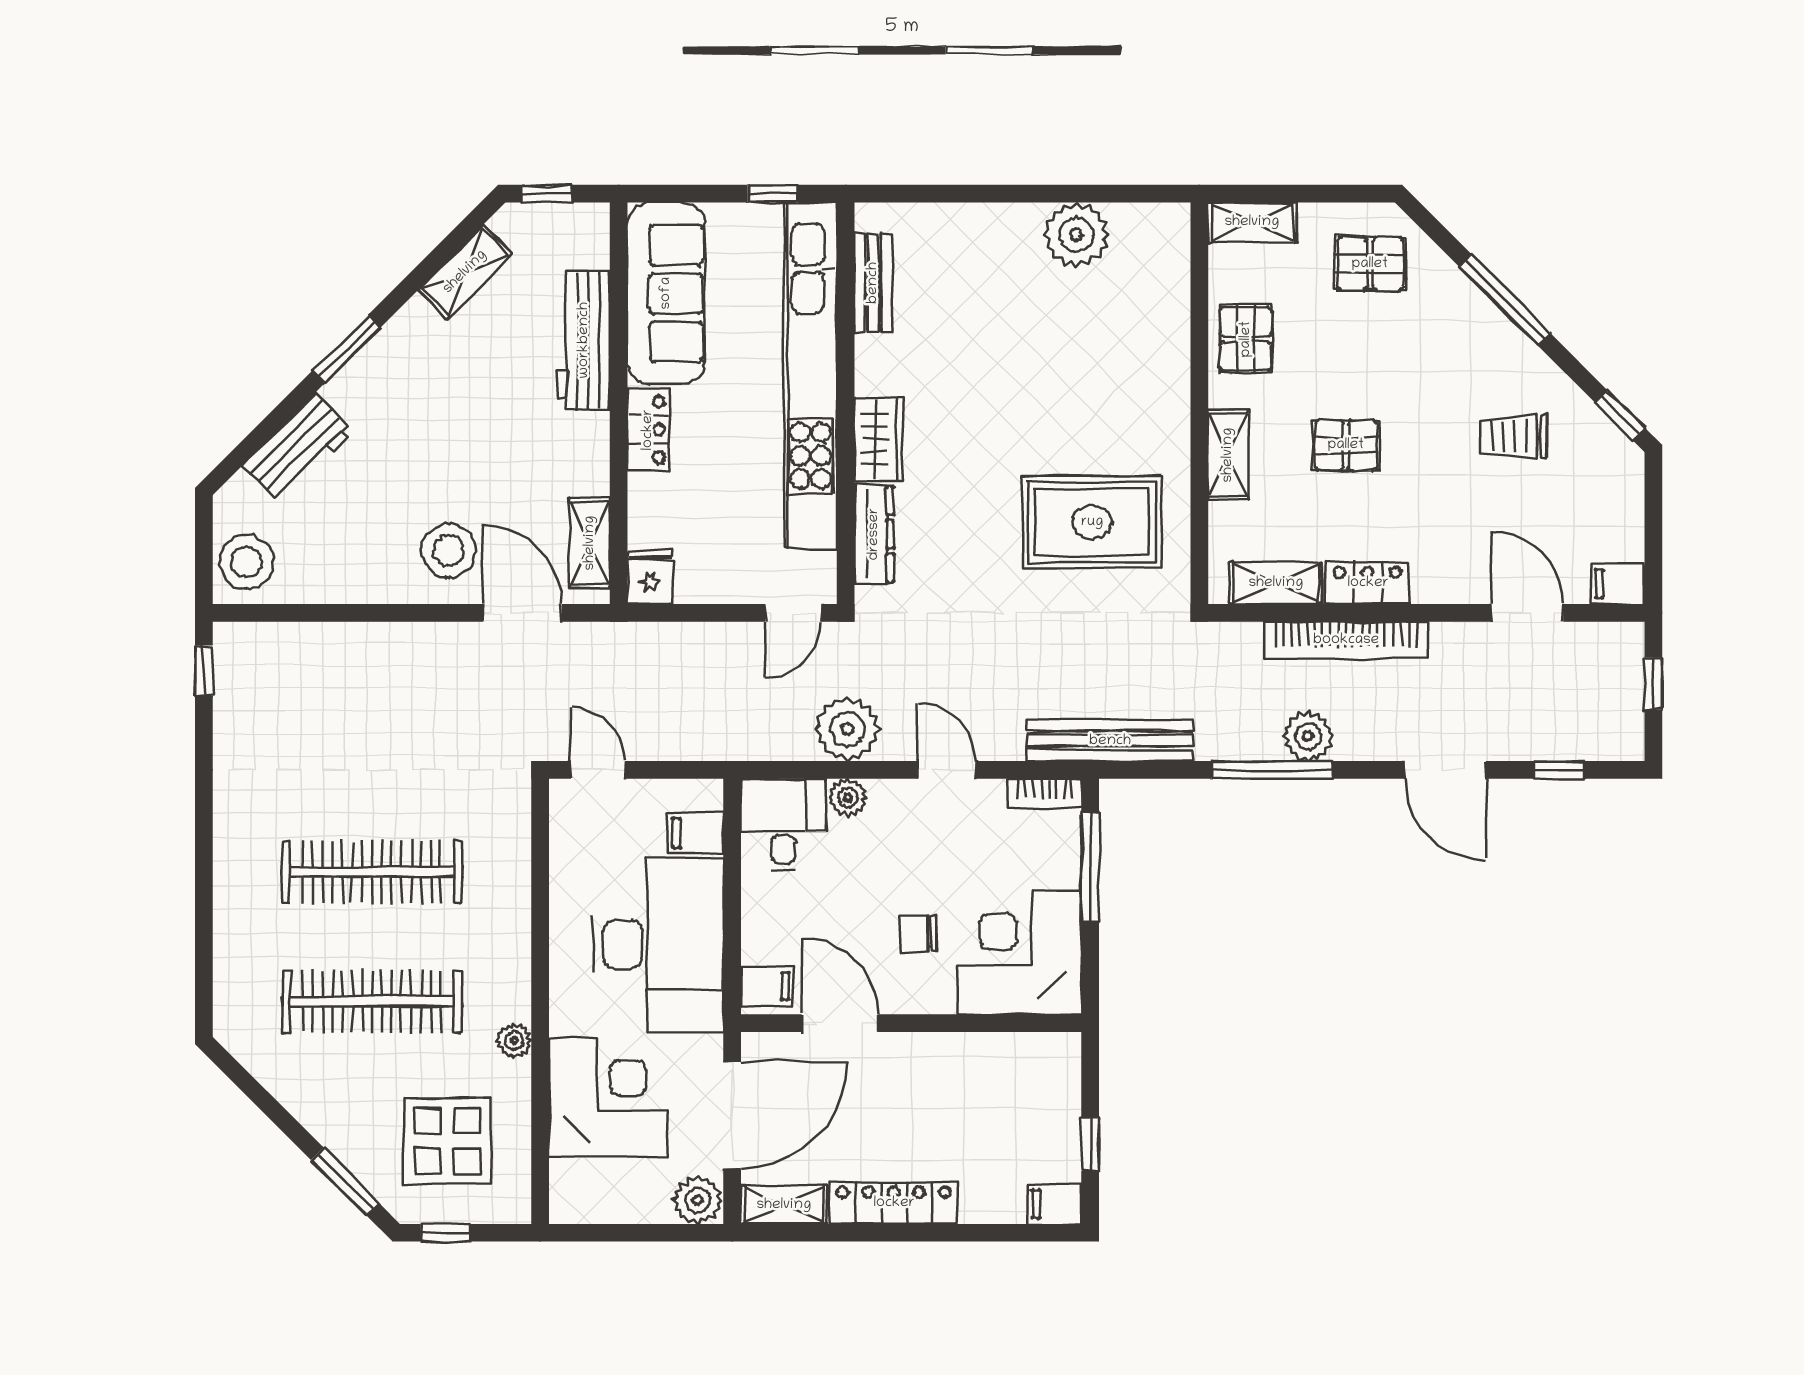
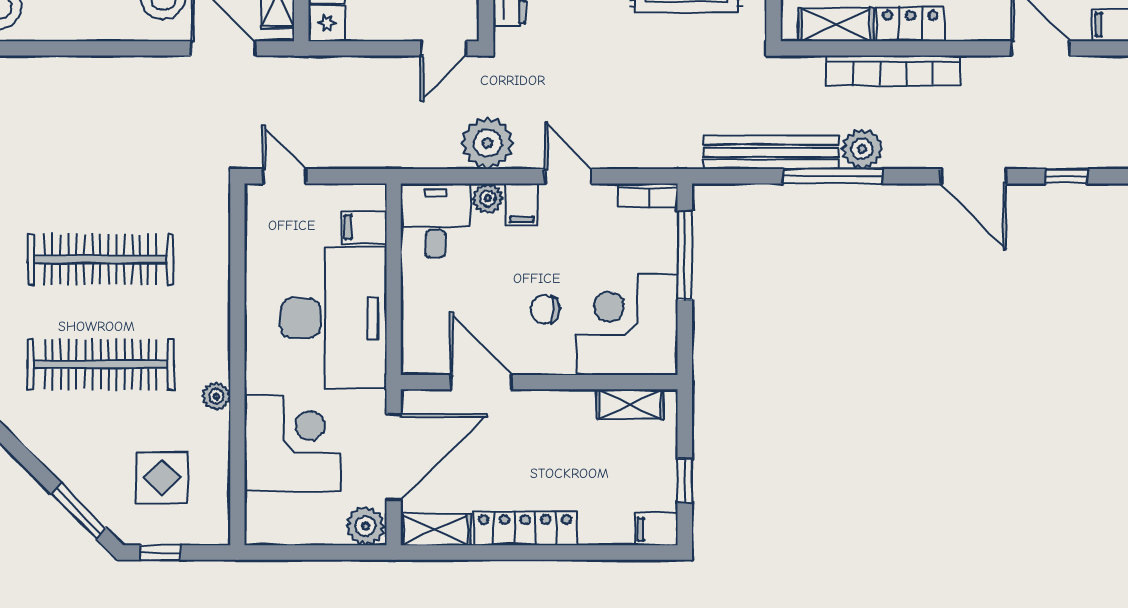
bench: (1110, 741) -> (771, 152), moved
filing cabinet: (767, 986) -> (522, 204), moved, turned 90
shelving: (1023, 1050) -> (630, 404), added
display table: (447, 1141) -> (162, 478), width x0.73, depth x0.73

